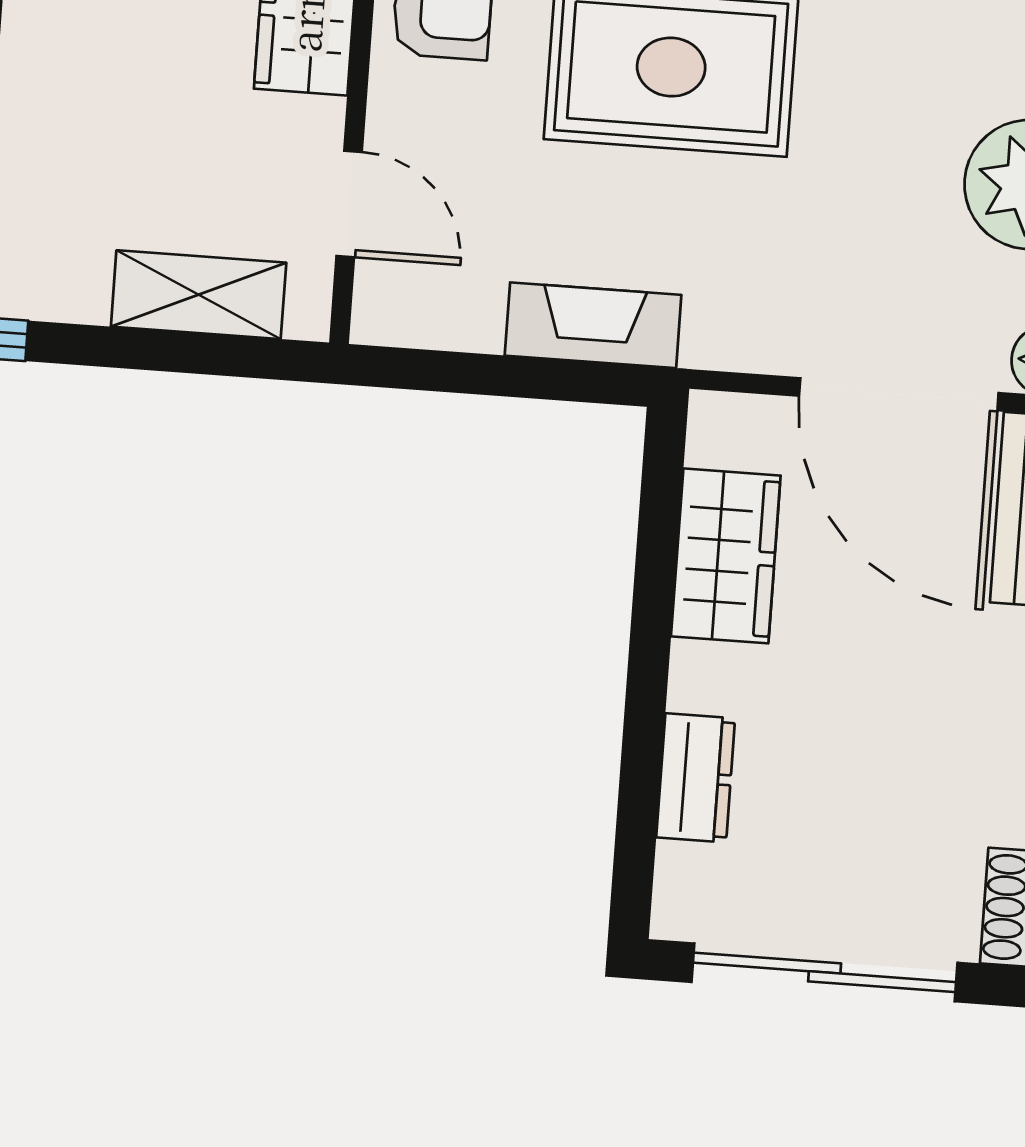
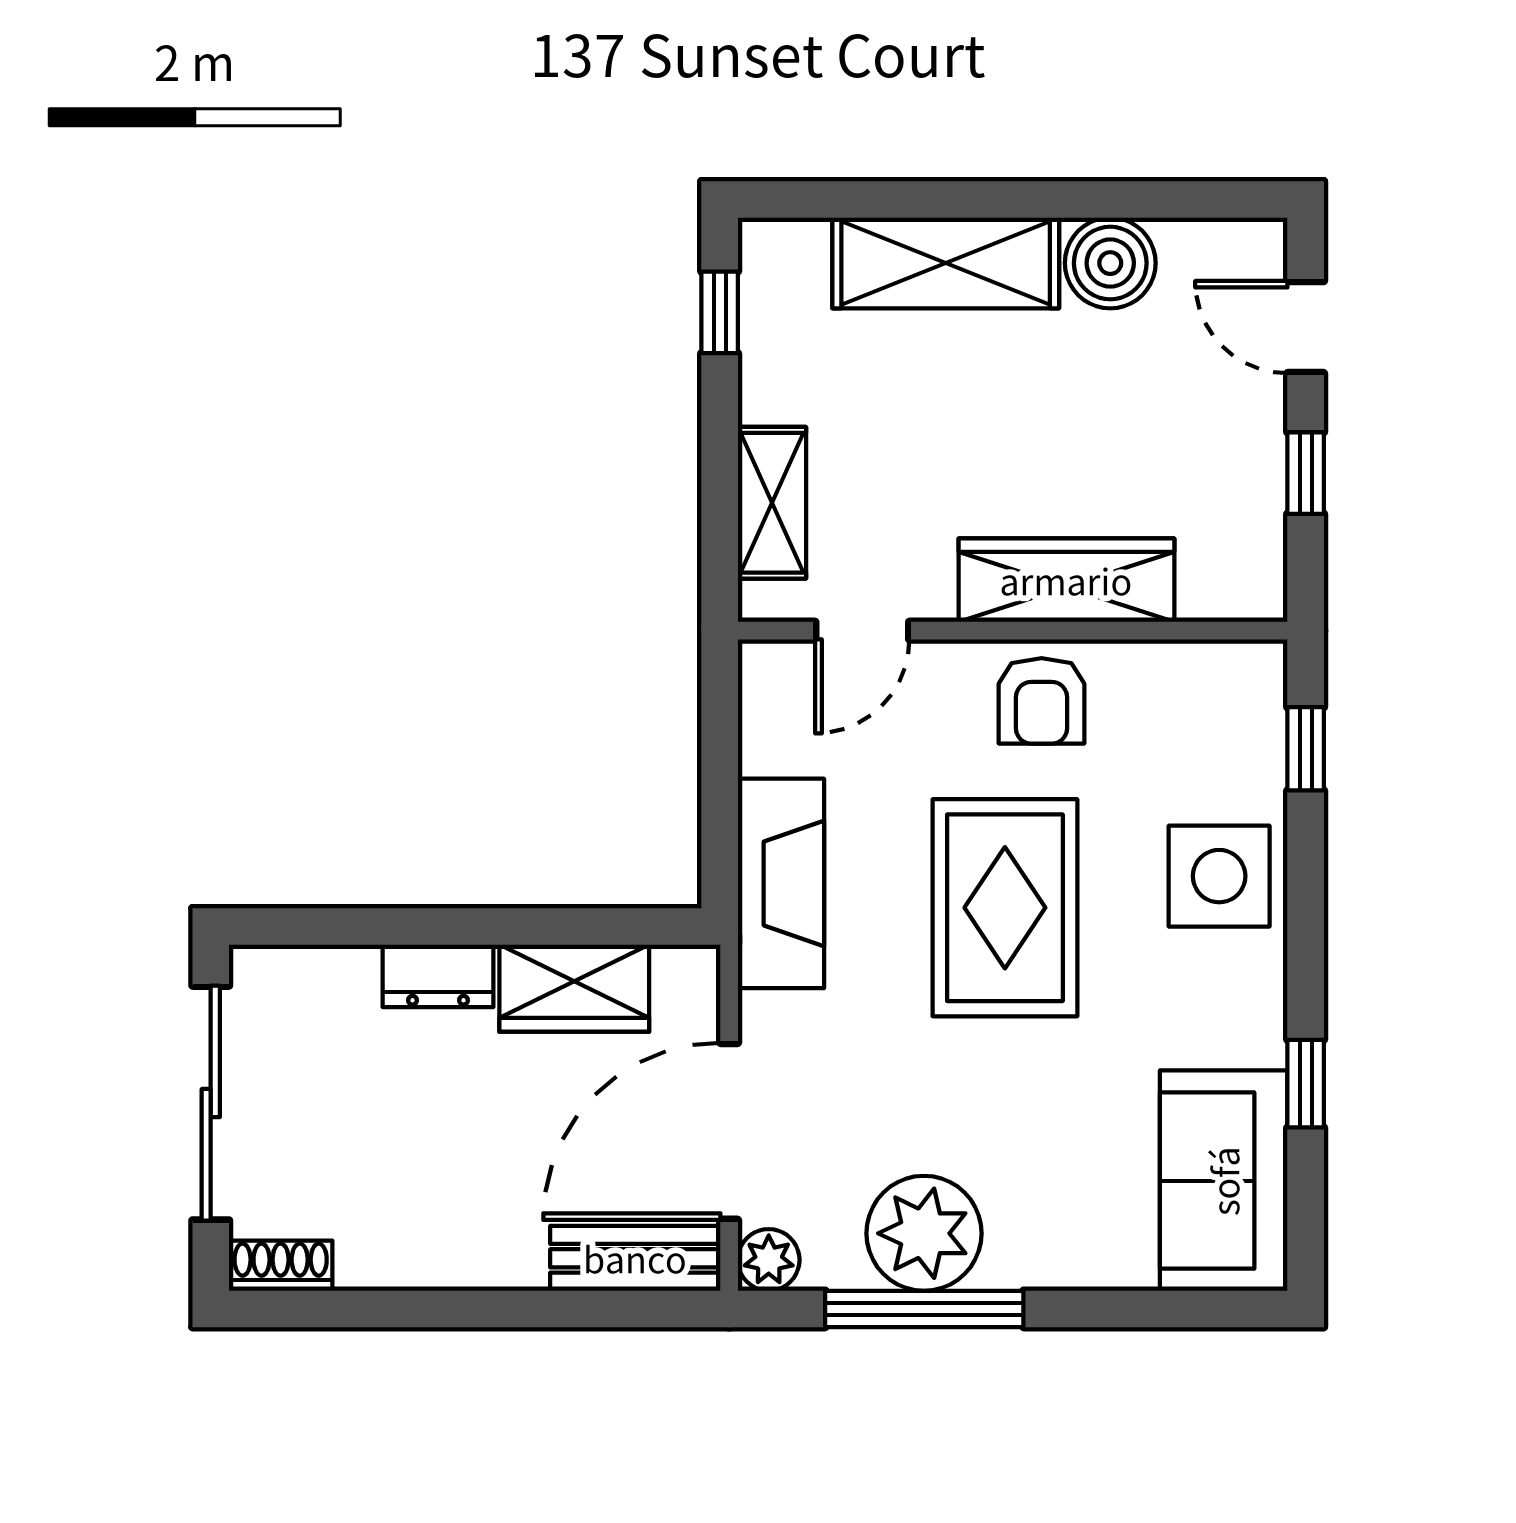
fireplace: (593, 325) -> (781, 883), width x1.37, depth x1.32
dresser: (696, 778) -> (438, 976), moved

